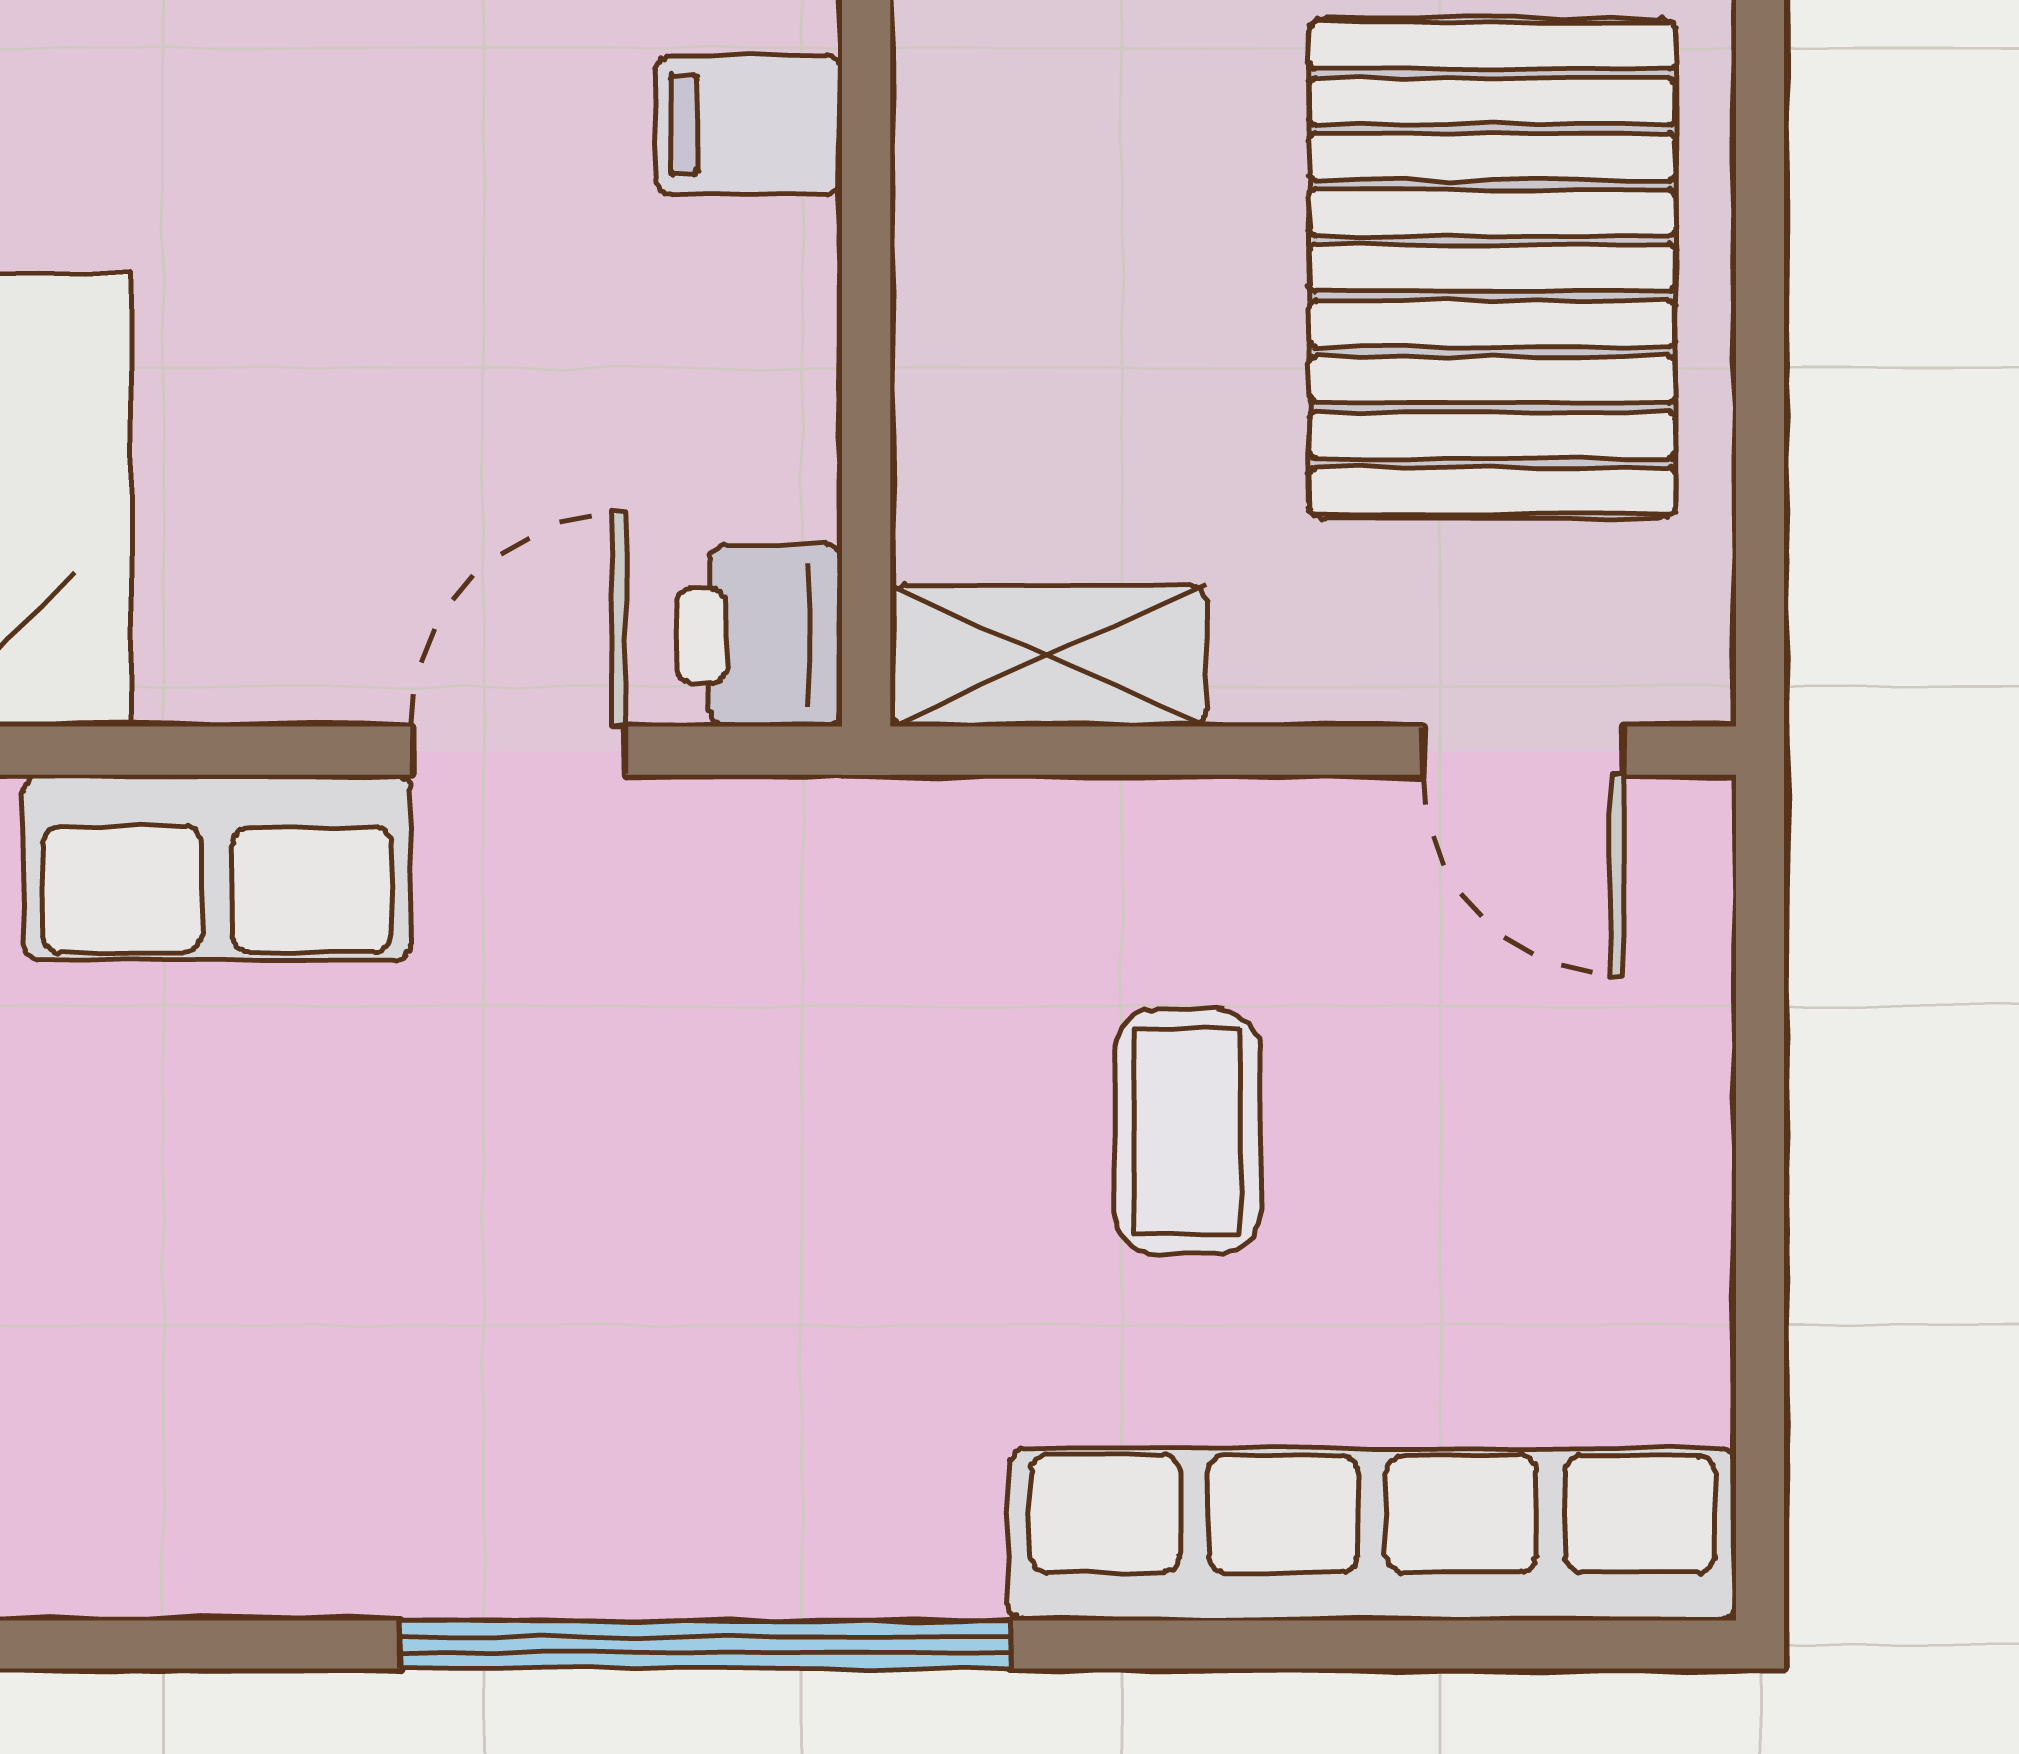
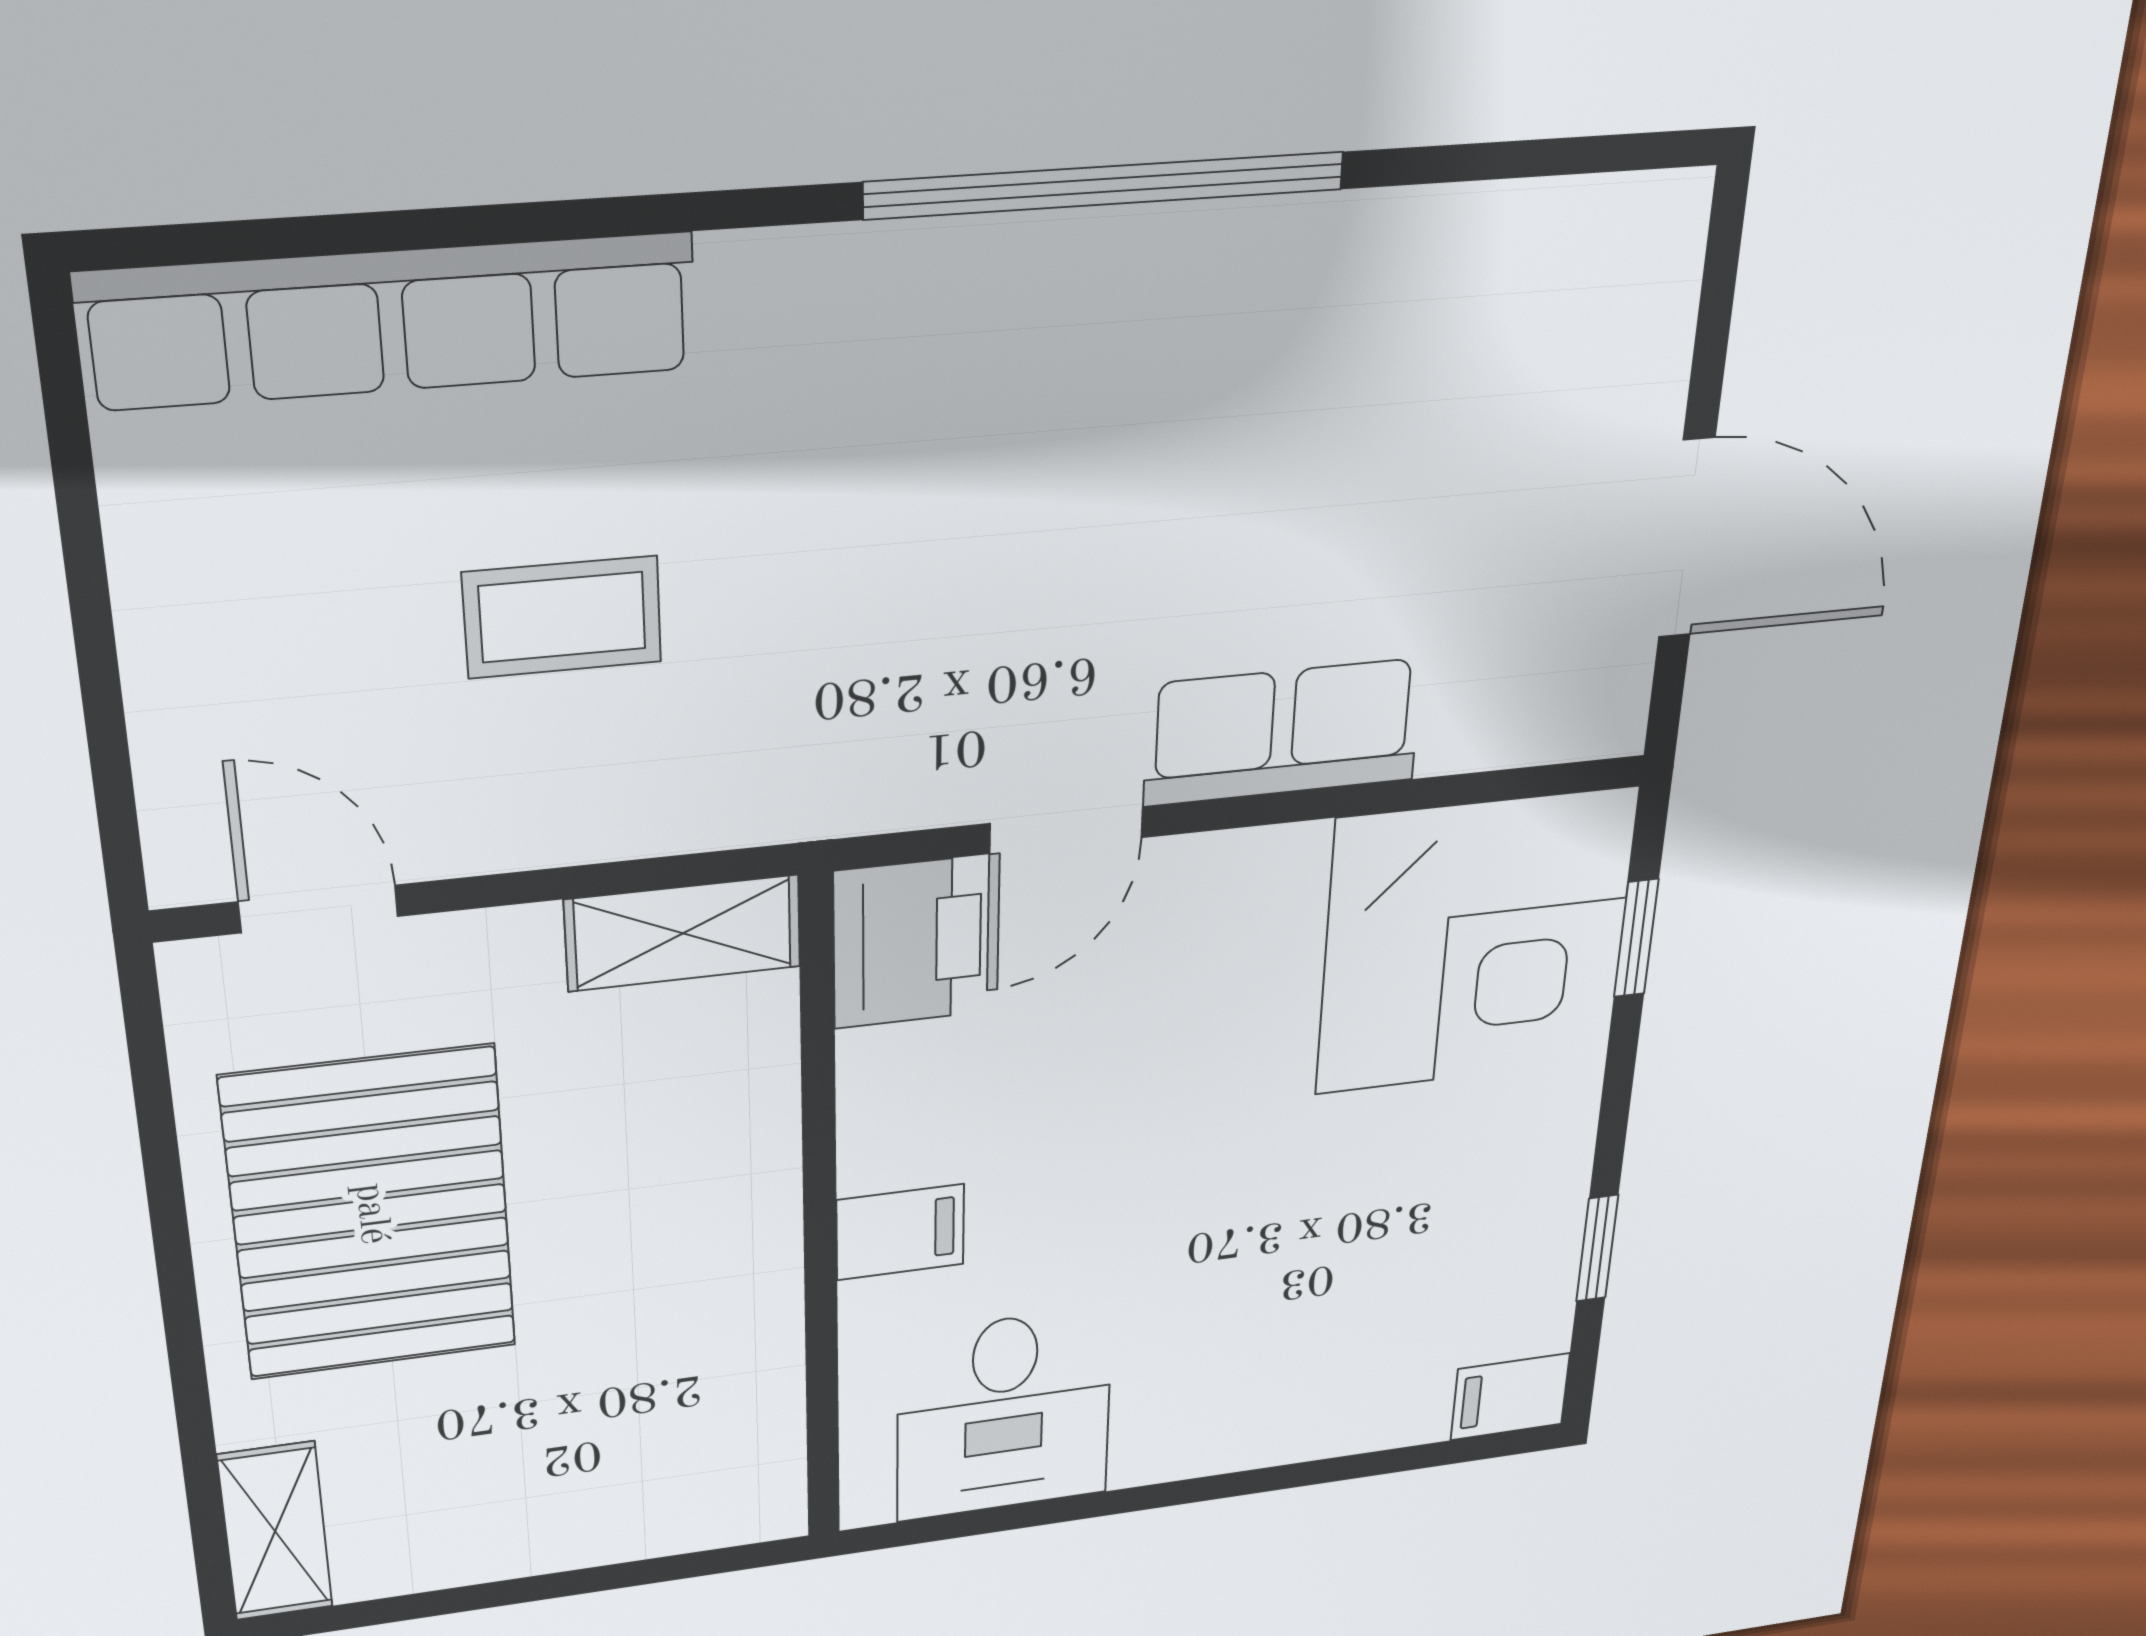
printer: (759, 636) -> (908, 943), width x1.36, depth x1.24
coffee table: (1187, 1131) -> (562, 617), turned 90
window: (705, 1645) -> (1106, 185), moved

